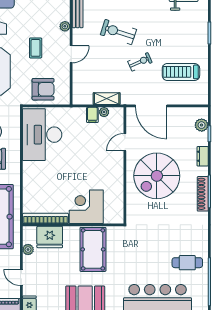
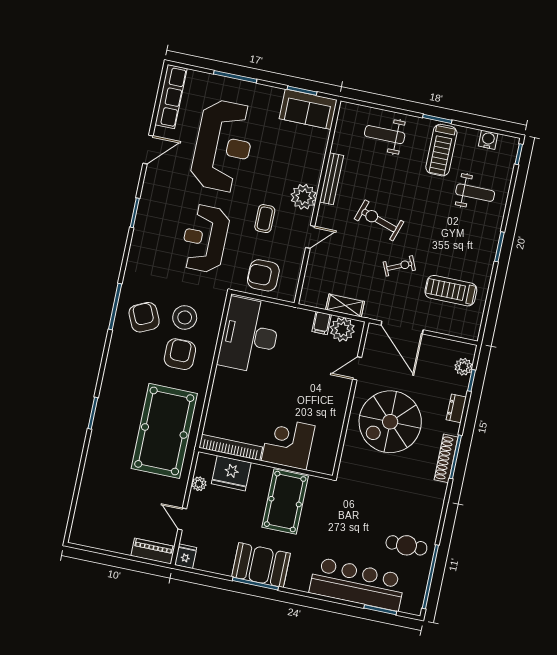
plant: (65, 26) -> (304, 197), width x1.87, depth x1.87
armchair: (43, 89) -> (263, 275), turned 180
plant: (104, 112) -> (342, 329), width x1.88, depth x1.88

